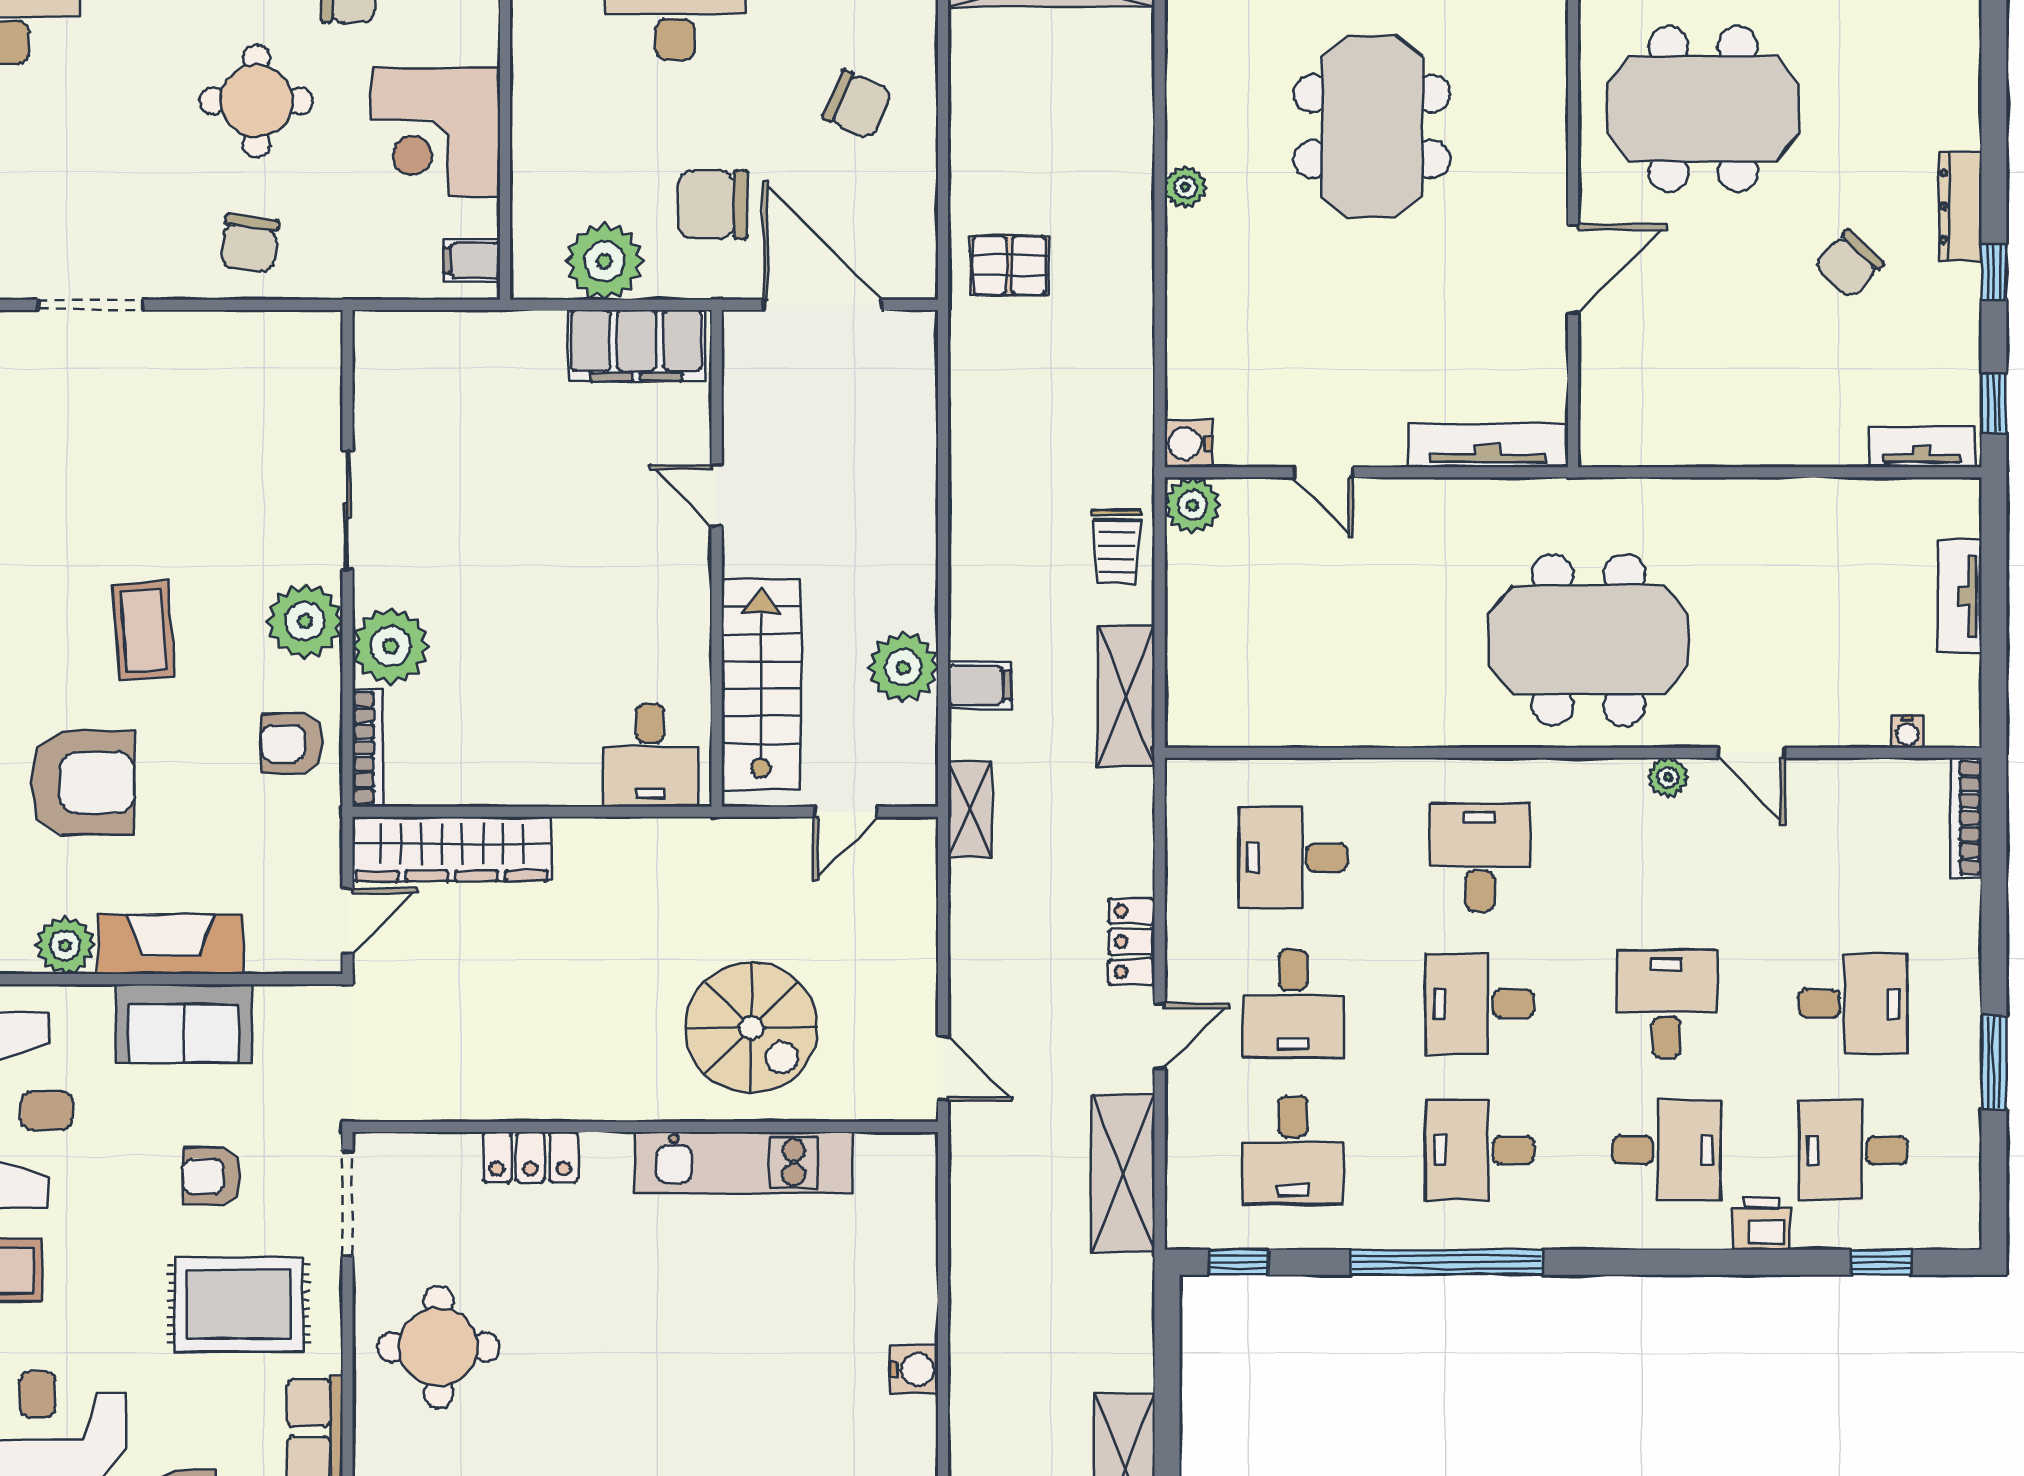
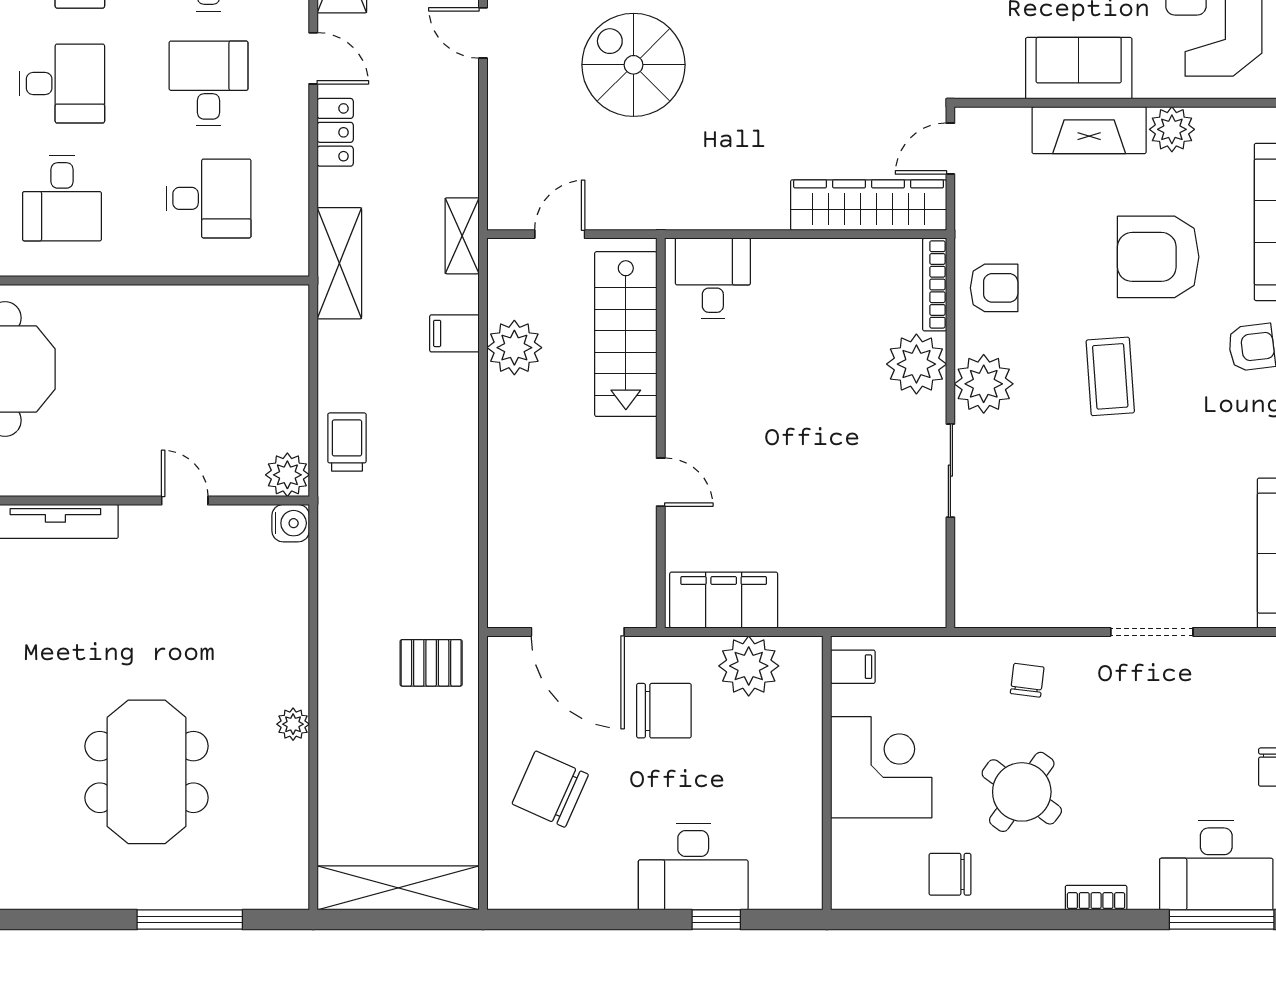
round table: (256, 101) -> (1022, 792), turned 36
chair: (857, 104) -> (550, 789), width x1.37, depth x1.37
chair: (250, 243) -> (1027, 680), width x0.73, depth x0.73
shelving: (1126, 696) -> (339, 263), moved
door: (1160, 1036) -> (313, 58), swing flipped

